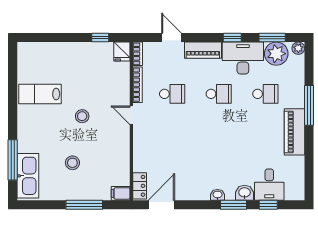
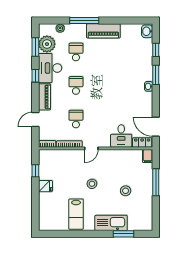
plant: (298, 48) -> (60, 28), moved
fridge: (122, 51) -> (45, 186), moved
window: (13, 160) -> (123, 234), width x0.69
kitchen sink: (28, 176) -> (111, 223), moved
desk: (269, 185) -> (121, 136), moved, turned 90
washbasin: (245, 193) -> (147, 31), moved

